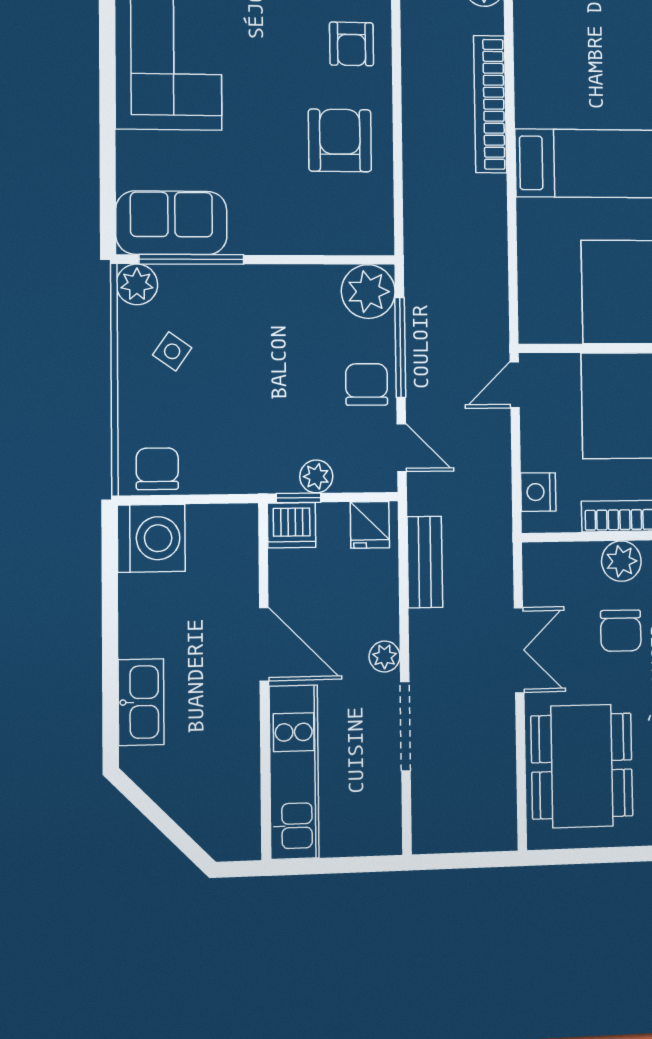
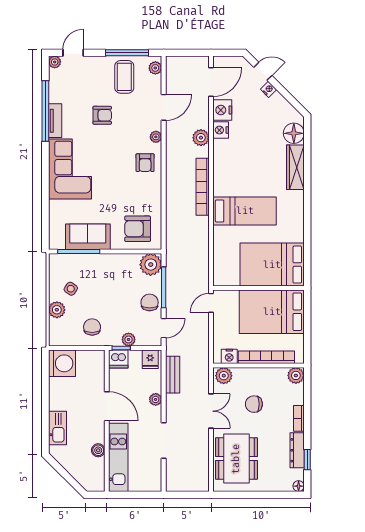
armchair: (340, 140) -> (138, 229), moved, turned -90
sofa: (171, 223) -> (88, 237), moved
plant: (137, 284) -> (57, 310), moved
door: (402, 448) -> (164, 328), hinge flipped
chair: (157, 469) -> (92, 327), moved
nightstand: (538, 492) -> (229, 356), moved, turned -90
plant: (621, 561) -> (224, 376), moved
chair: (621, 631) -> (254, 404), turned 90
plant: (385, 657) -> (156, 399), moved
boiler: (244, 756) -> (98, 450), added

